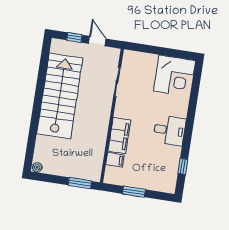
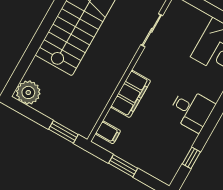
filing cabinet: (115, 160) -> (108, 132), moved
plant: (37, 167) -> (28, 92), width x1.88, depth x1.88

